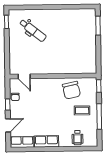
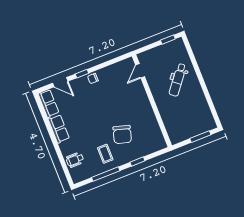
dental chair: (33, 30) -> (178, 80), moved
door: (24, 76) -> (140, 71), moved
wall: (53, 76) -> (152, 101), moved
chair: (71, 90) -> (122, 135), turned -62

